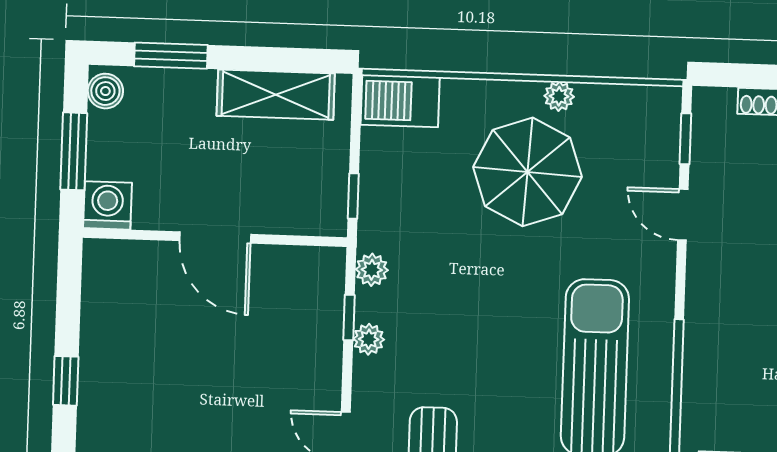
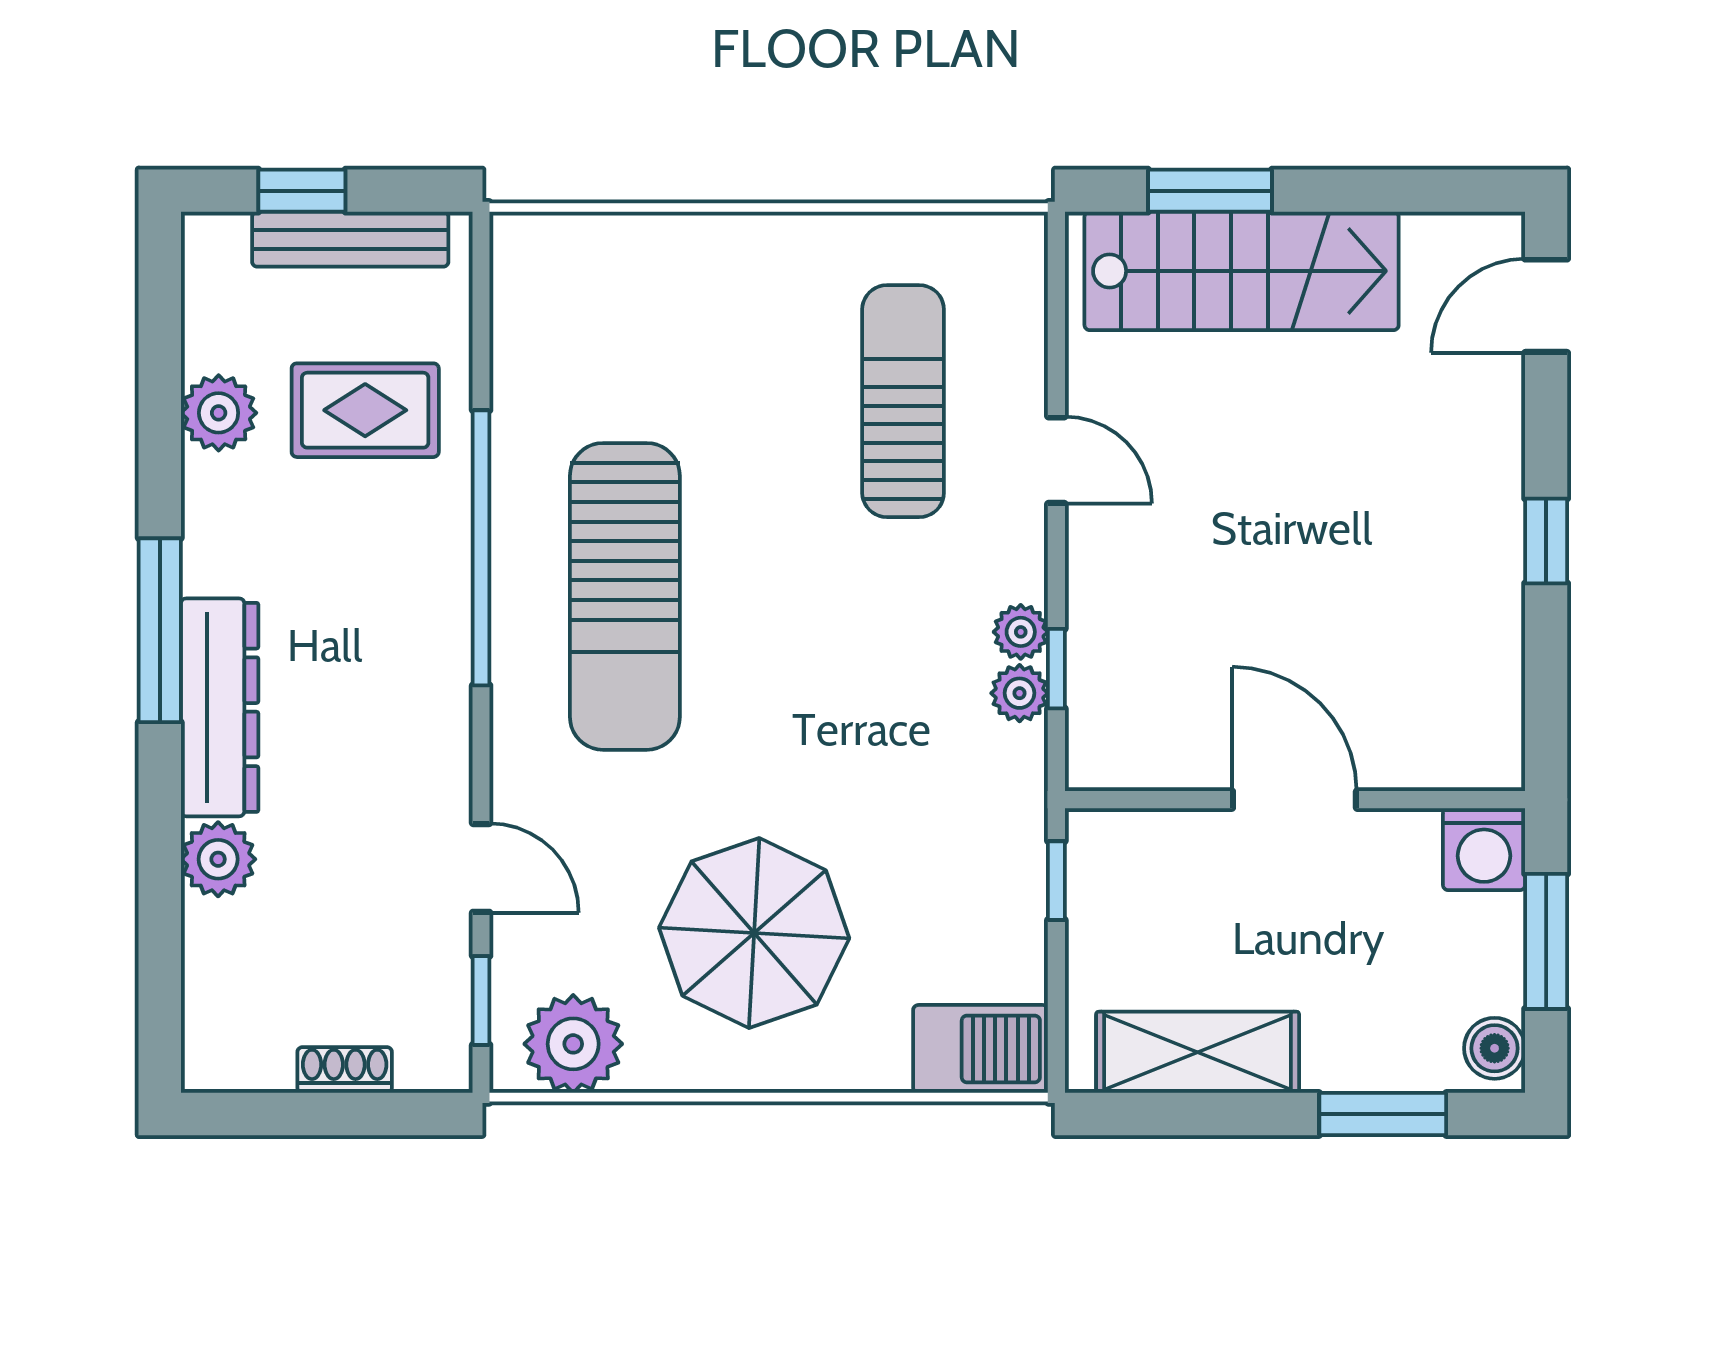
plant: (559, 96) -> (573, 1044), moved, width x1.87, depth x1.87
plant: (372, 270) -> (1020, 693), moved

